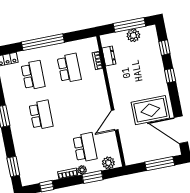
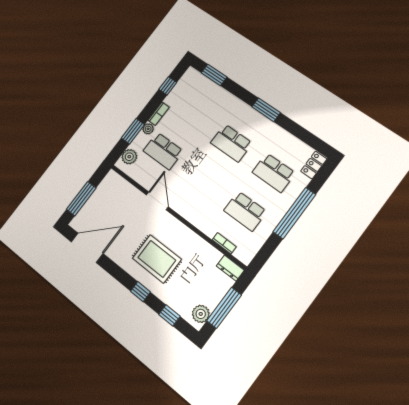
plant: (133, 35) -> (201, 314), moved
dresser: (109, 56) -> (230, 268), moved
rug: (150, 110) -> (157, 259), moved, turned 90

